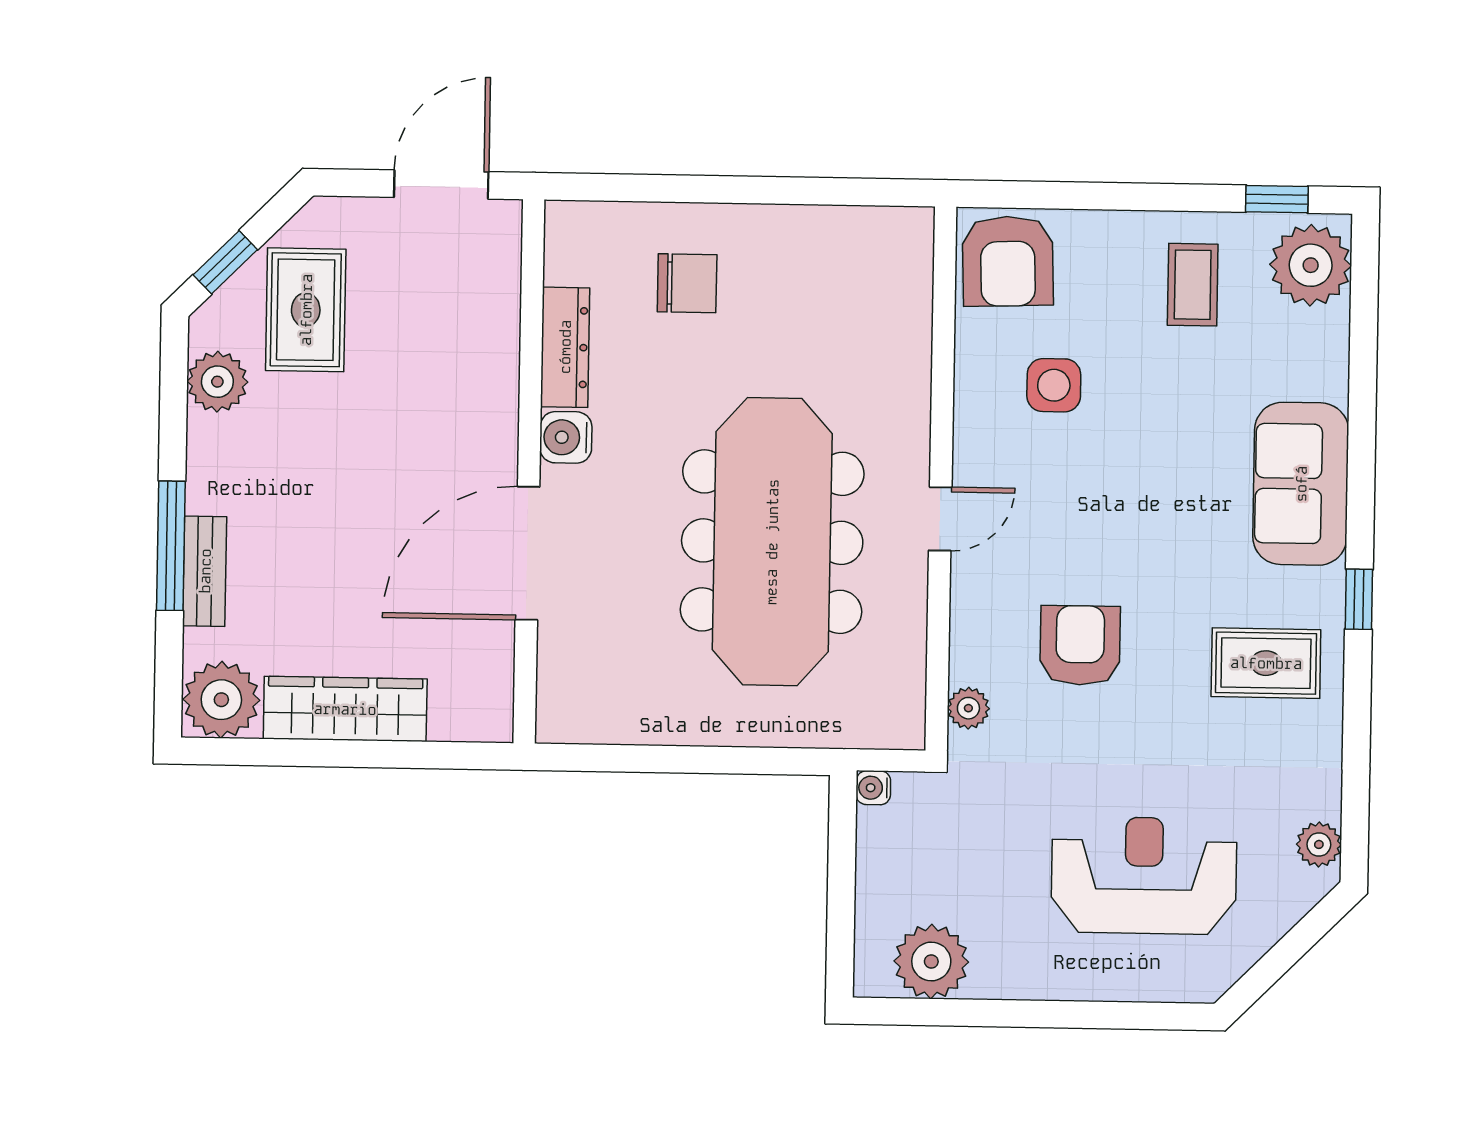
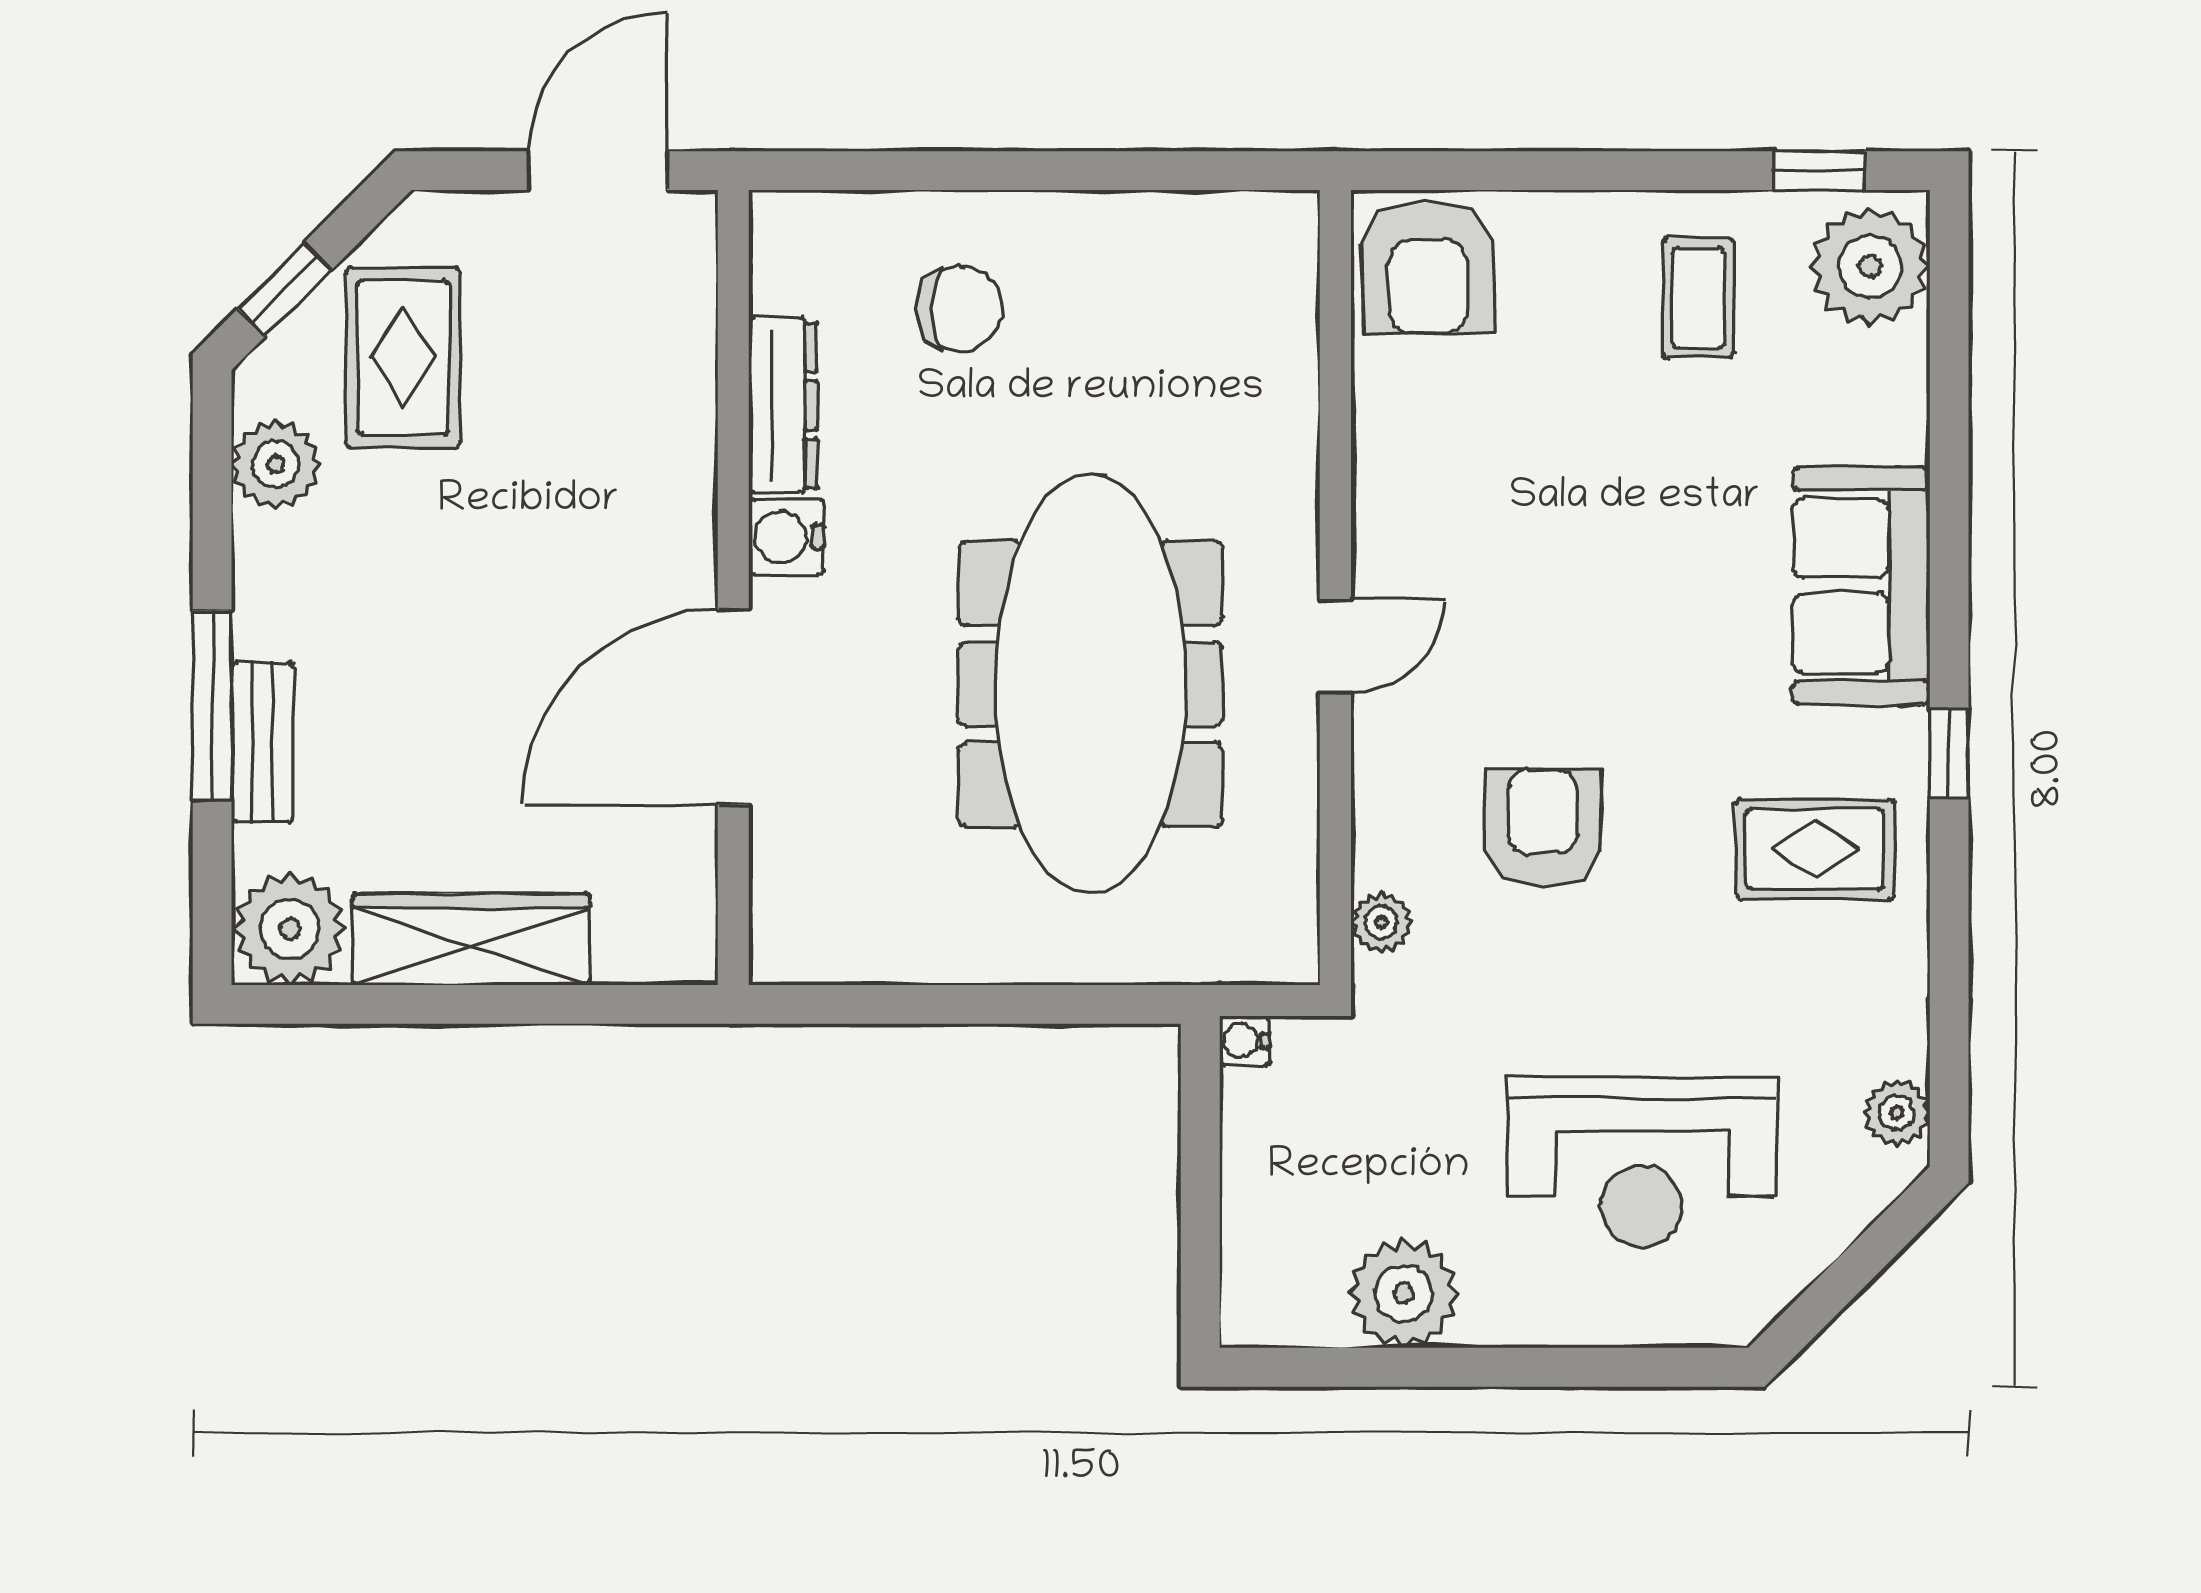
side table: (1054, 385) -> (1498, 448), removed
reception desk: (1144, 875) -> (1642, 1162), turned 180
plant: (931, 961) -> (1404, 1293), moved

